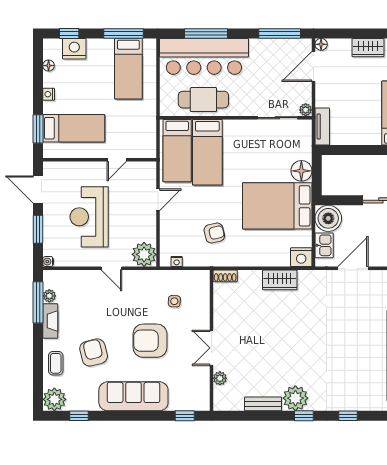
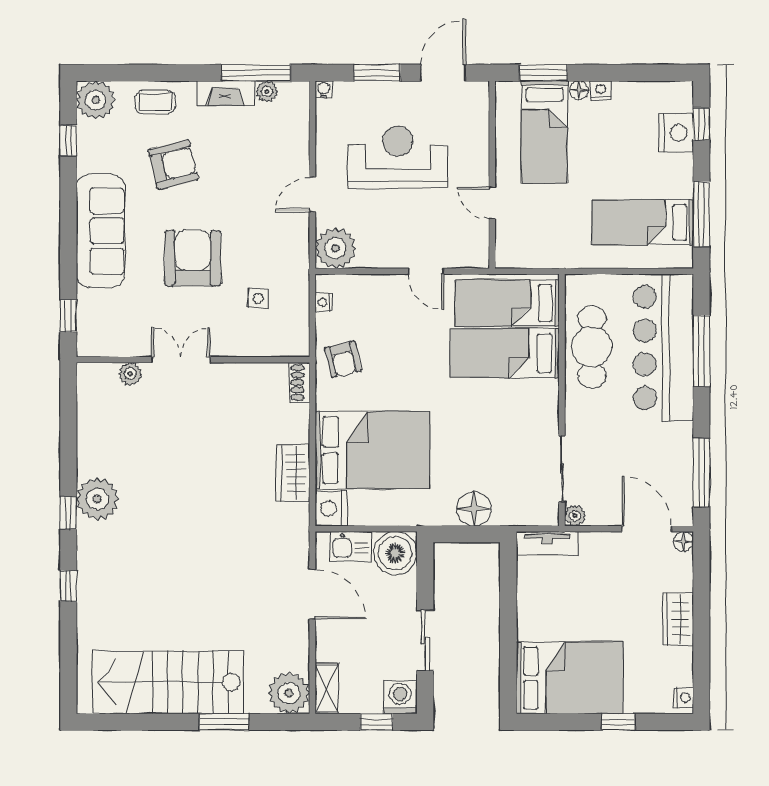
floor lamp: (49, 66) -> (579, 90), moved
bed: (277, 206) -> (372, 450), moved, turned 90
armchair: (214, 233) -> (343, 359), moved
bench: (263, 404) -> (88, 445), removed

